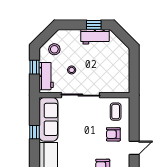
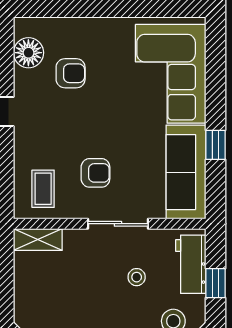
shelving: (118, 88) -> (38, 239), added
sliding door: (80, 95) -> (118, 224), width x0.73
armchair: (113, 134) -> (95, 173), moved

